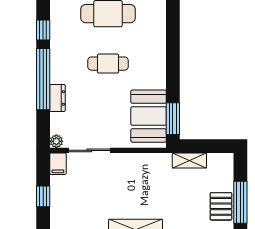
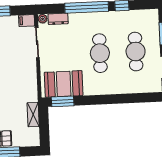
cafe table: (108, 64) -> (100, 53), width x1.37, depth x1.35
dresser: (57, 98) -> (58, 19), moved

